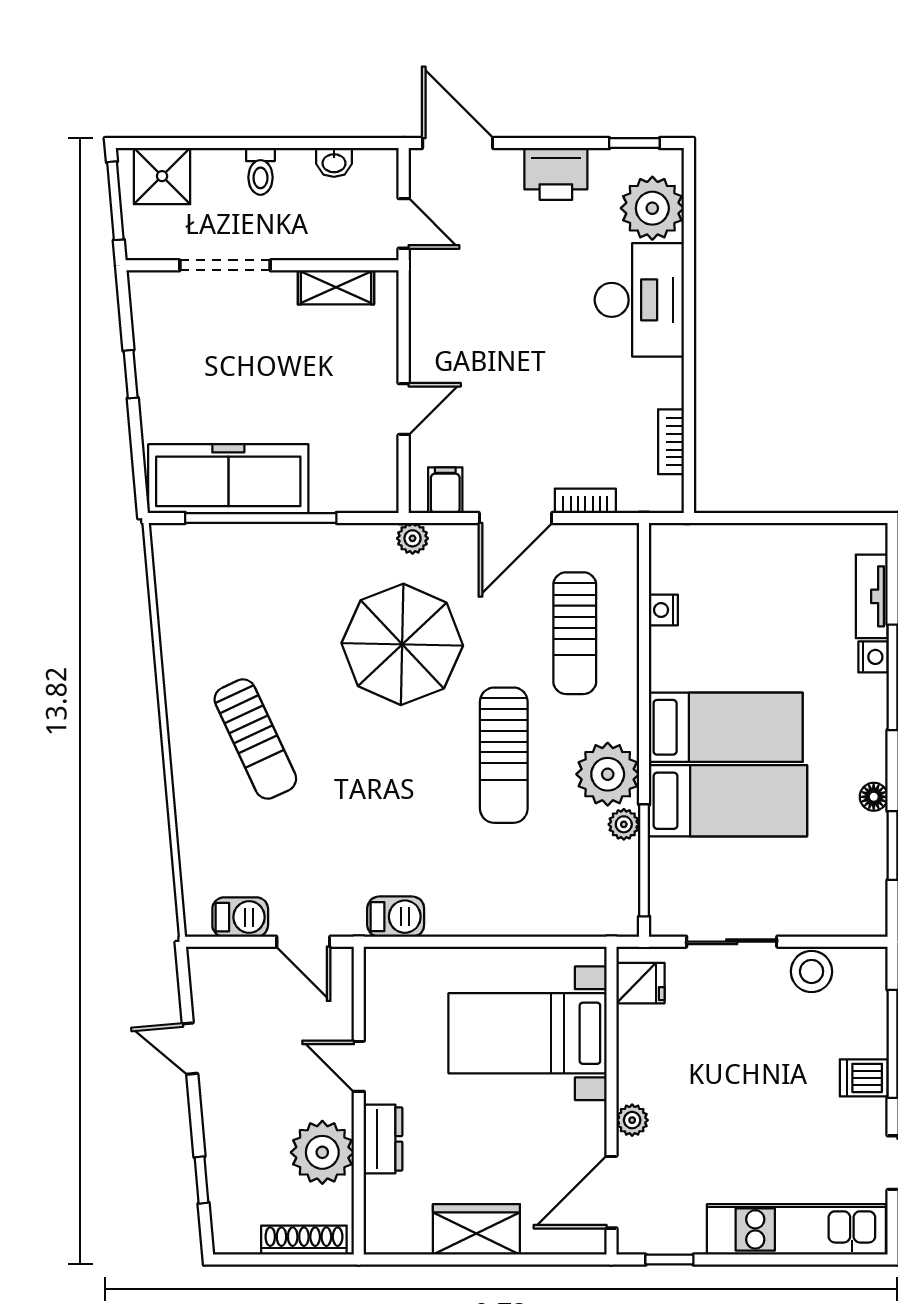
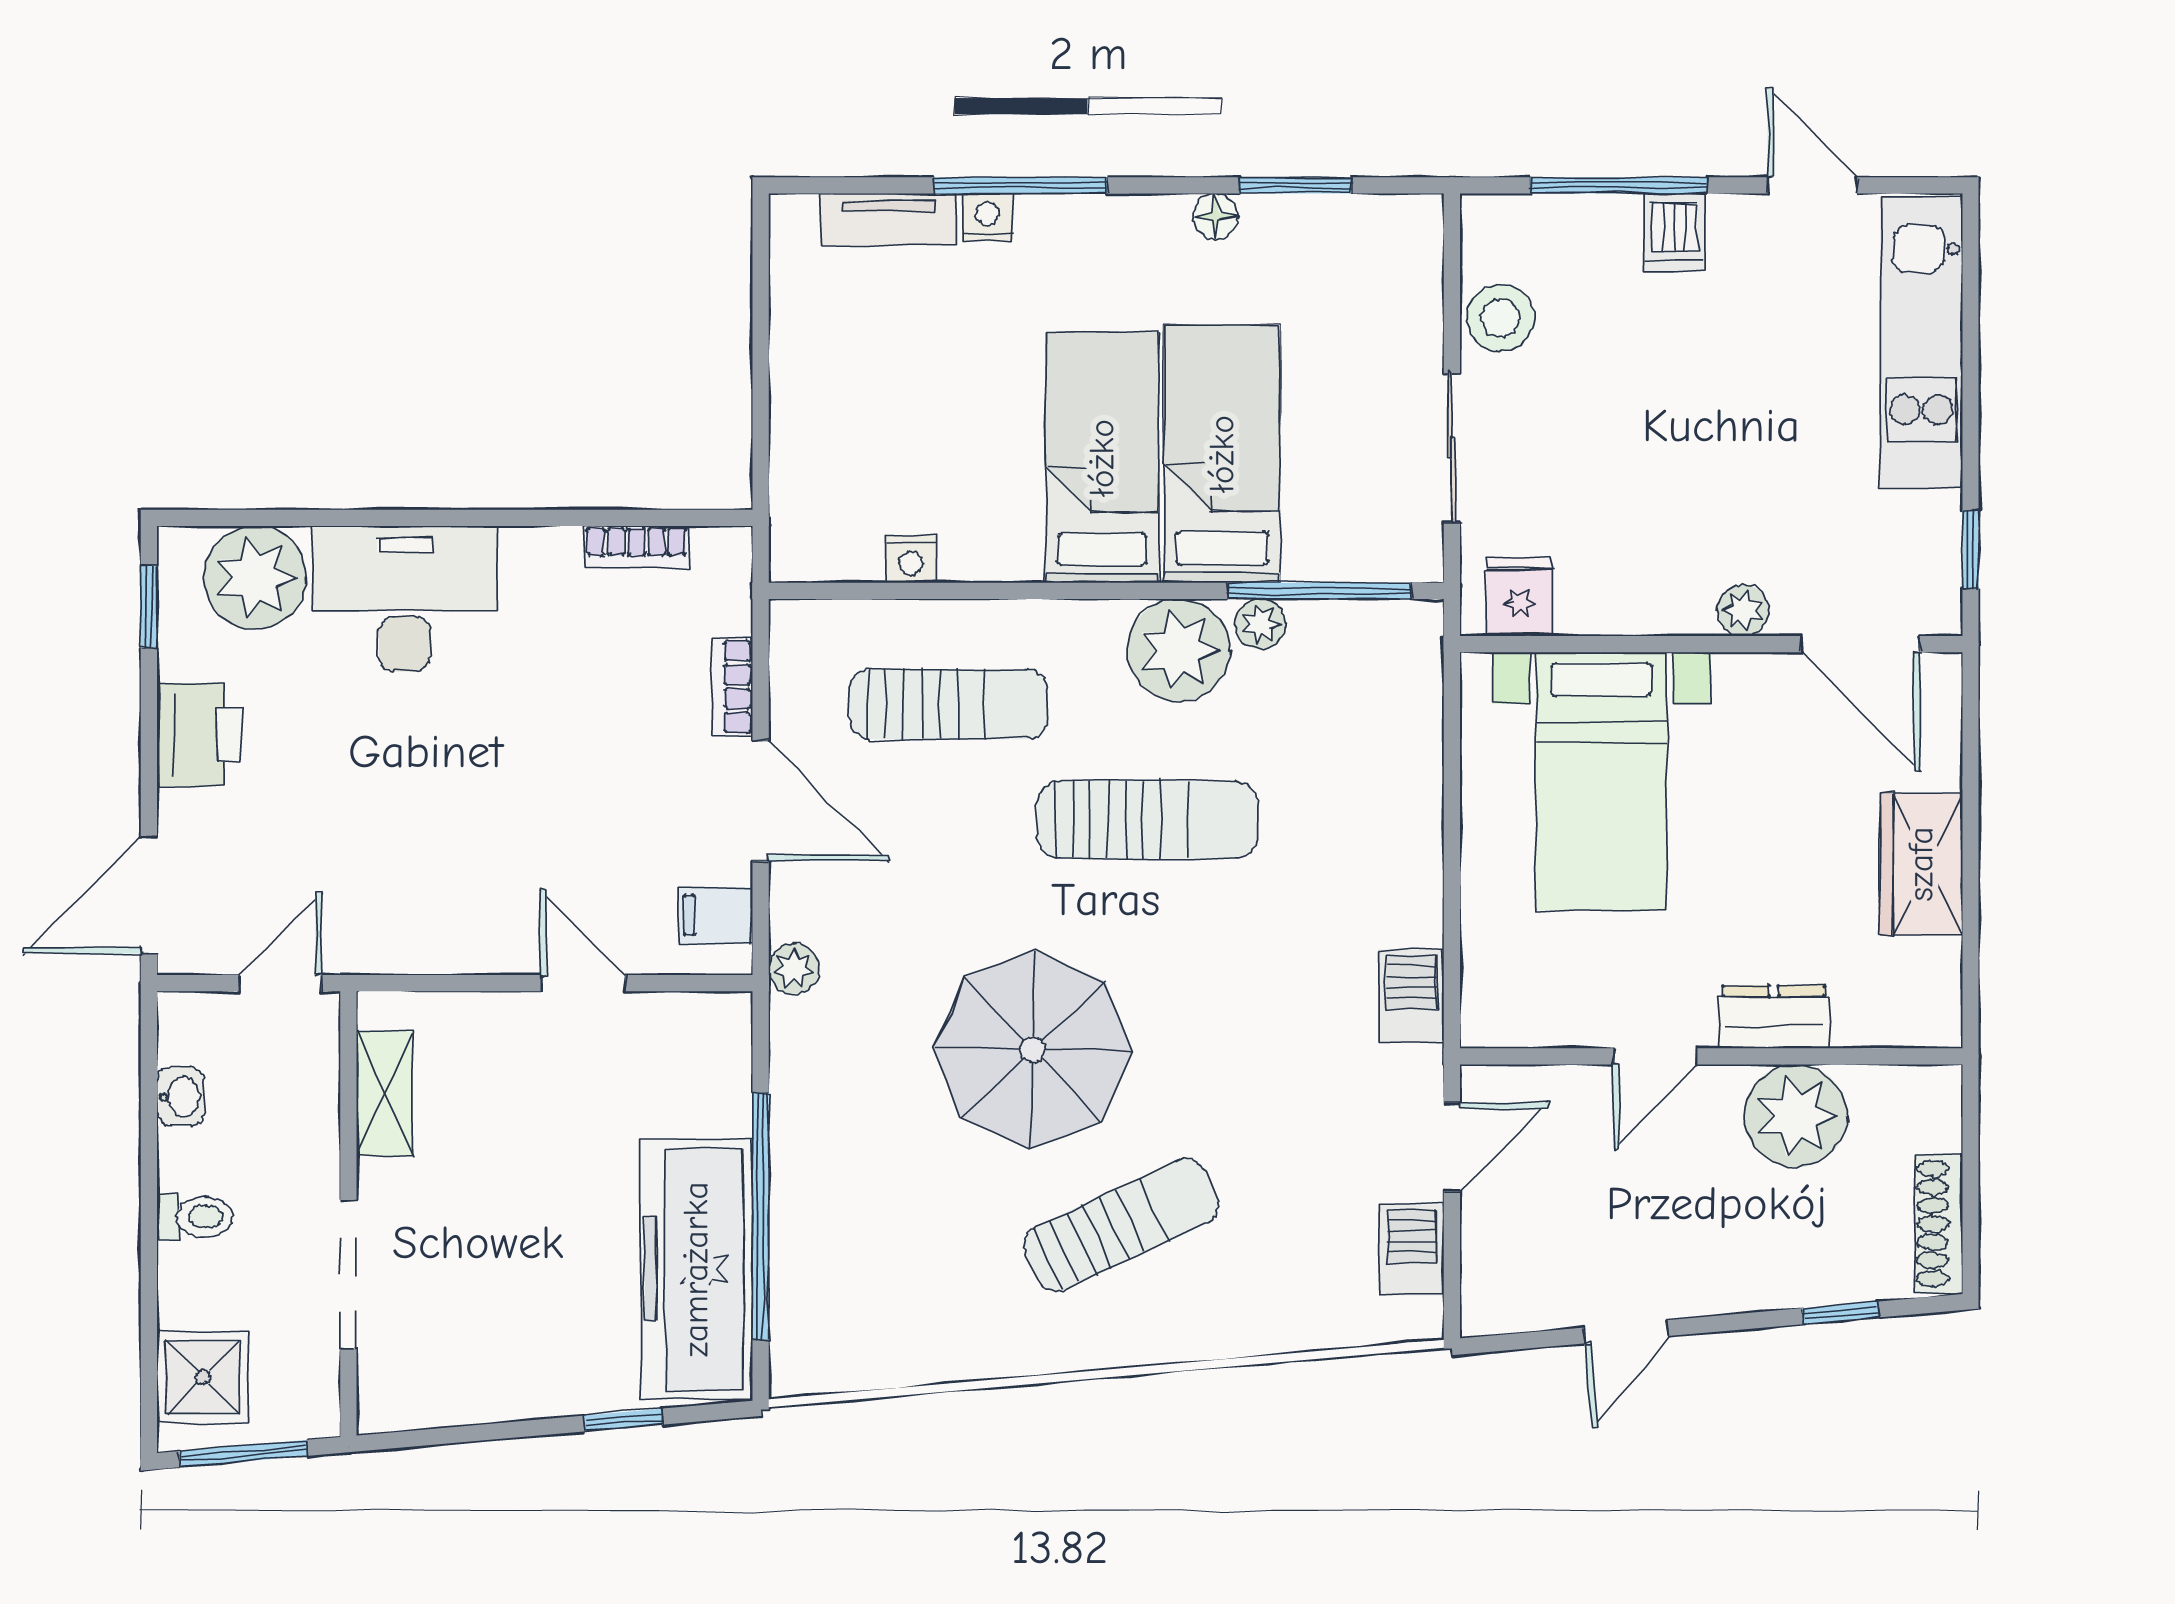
window: (131, 374) -> (623, 1420), moved
parasol: (402, 644) -> (1033, 1049), moved
shoe rack: (304, 1240) -> (1939, 1224), moved

